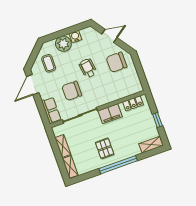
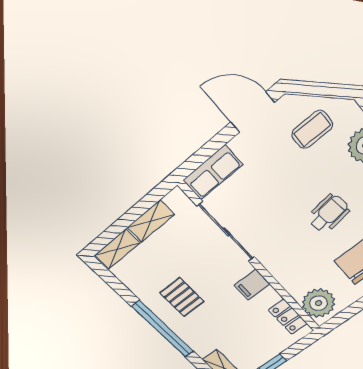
plant: (131, 87) -> (319, 303), added
chair: (72, 91) -> (270, 199), removed
filing cabinet: (110, 114) -> (252, 285), width x0.50
pallet: (105, 148) -> (182, 297), turned 90

